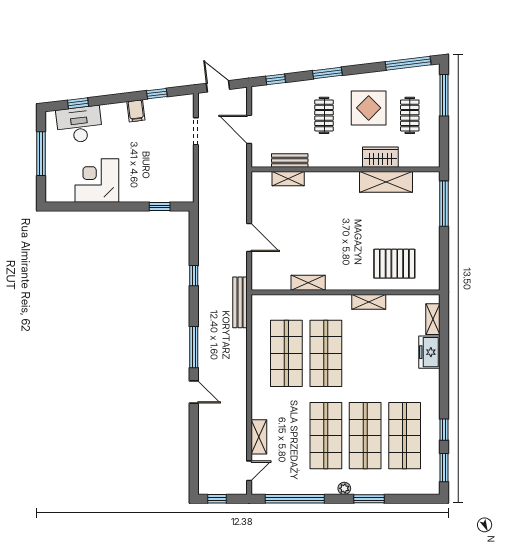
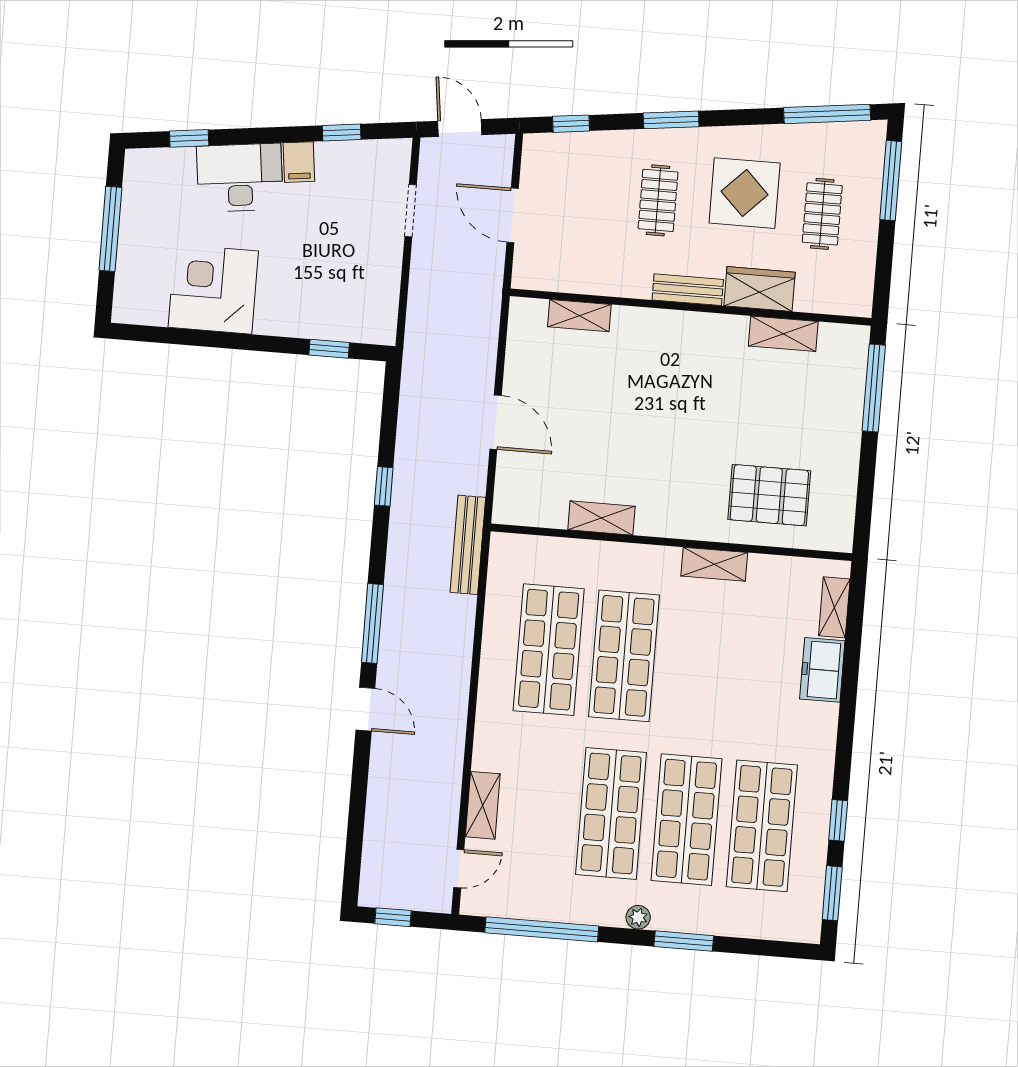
desk: (79, 125) -> (240, 178), moved
bench: (290, 160) -> (688, 290), moved
shelving: (386, 182) -> (783, 334), width x0.67, depth x0.75

